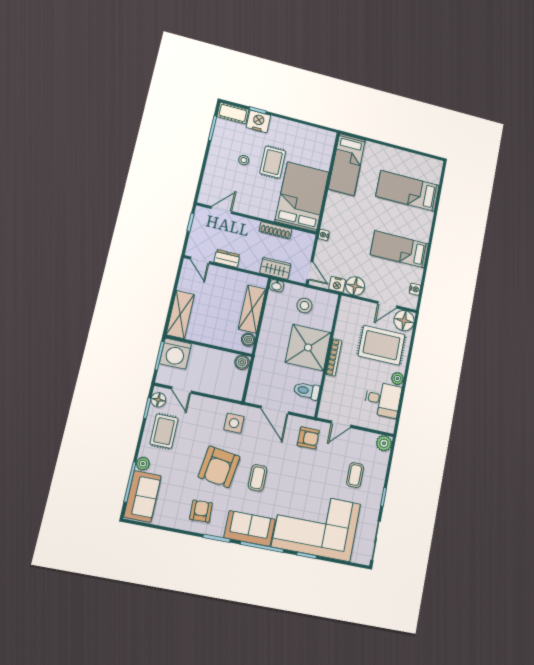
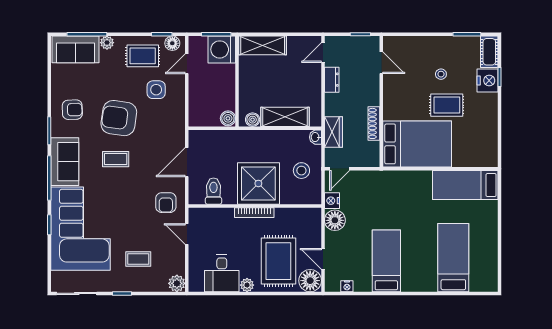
nightstand: (324, 235) -> (382, 176), removed
side table: (234, 423) -> (156, 90), moved

